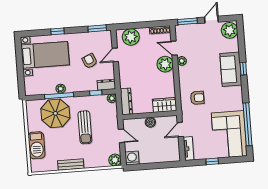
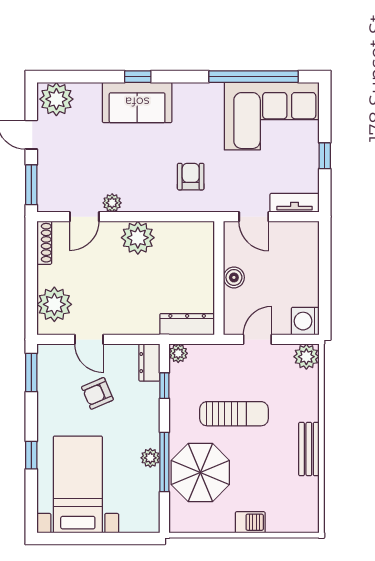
plant: (165, 64) -> (138, 238), moved
wardrobe: (165, 105) -> (200, 245), removed
barbecue: (37, 145) -> (250, 522), width x0.53, depth x0.65

